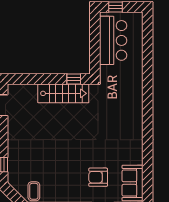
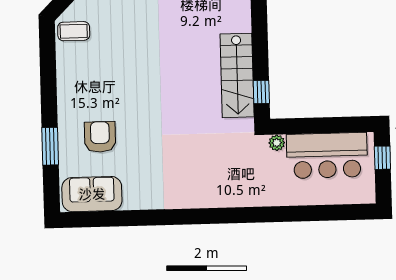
plant: (105, 71) -> (277, 143), added

